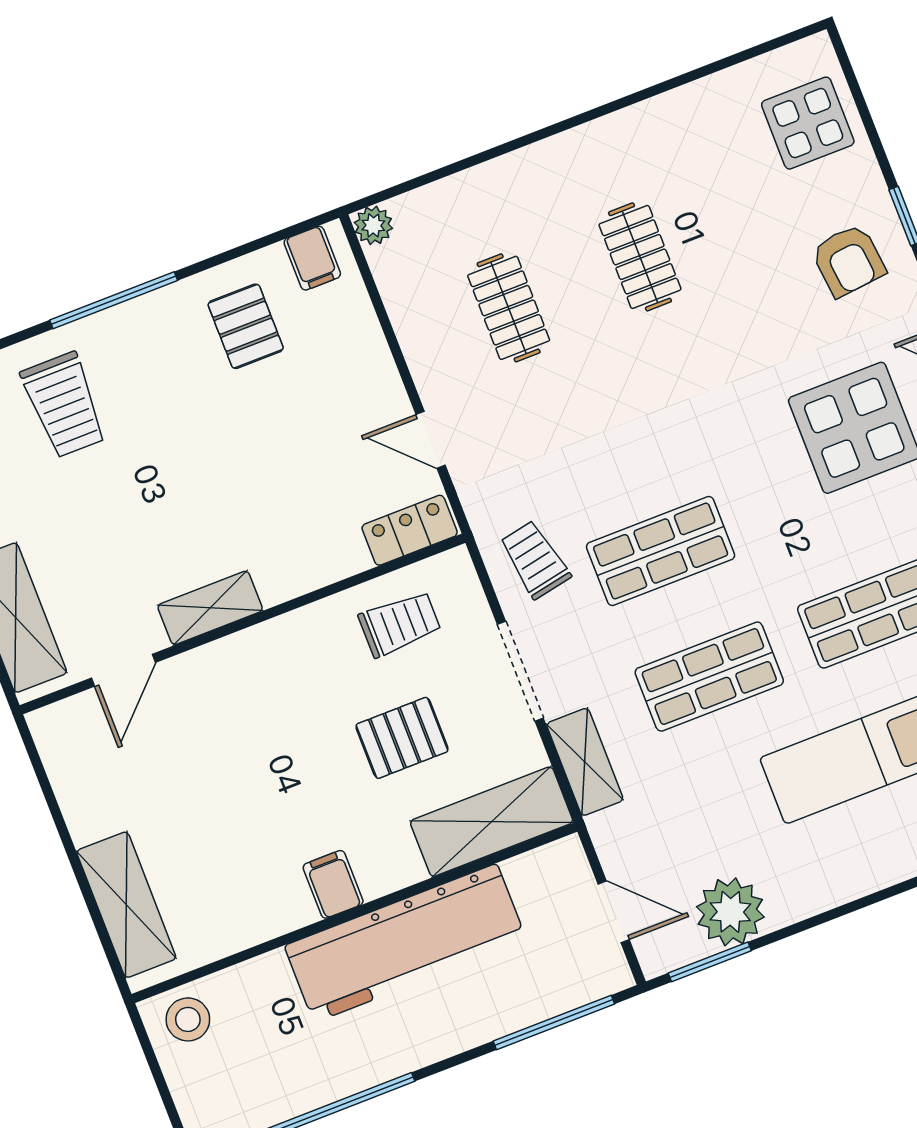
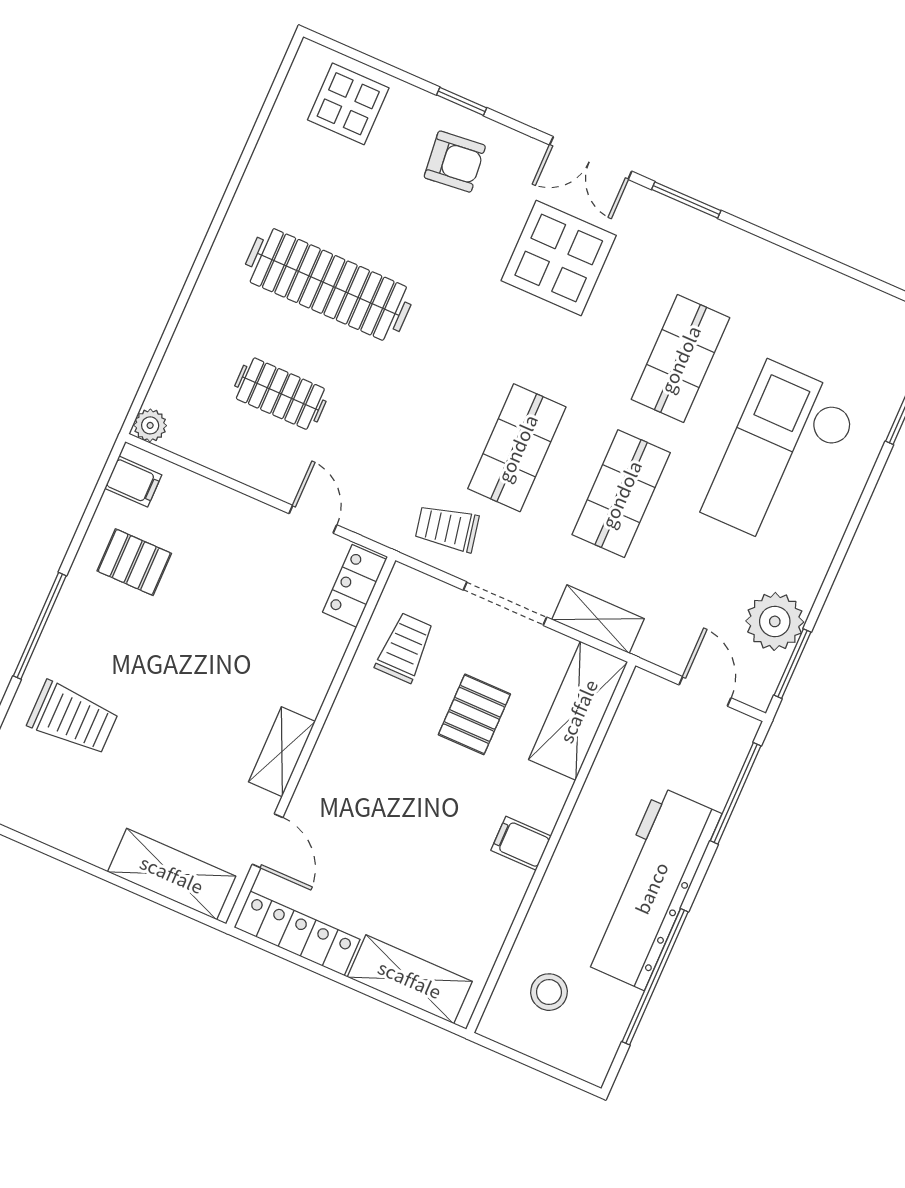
clothes rail: (640, 257) -> (328, 284), width x1.86, depth x1.31
door: (431, 440) -> (313, 519), swing flipped
locker: (71, 772) -> (297, 933), added
door: (614, 912) -> (705, 691), hinge flipped
workbench: (405, 943) -> (651, 888), moved, turned 180
stool: (188, 1019) -> (549, 992), moved

